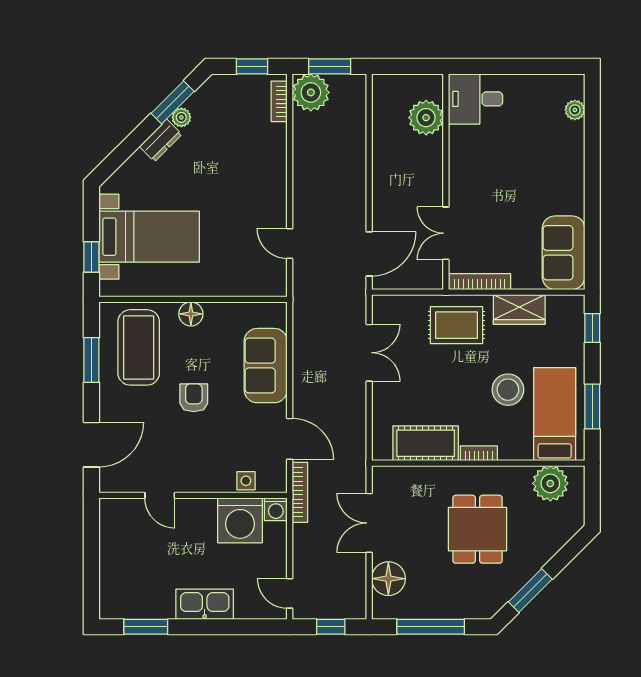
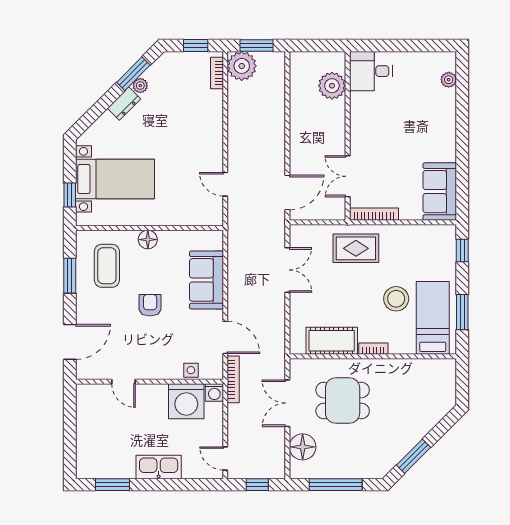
wardrobe: (519, 309) -> (405, 236), removed
coffee table: (139, 347) -> (107, 266), width x0.73, depth x0.76
plant: (550, 483) -> (429, 372), removed
dining table: (477, 529) -> (343, 401), moved, turned 90

